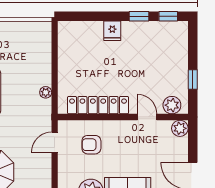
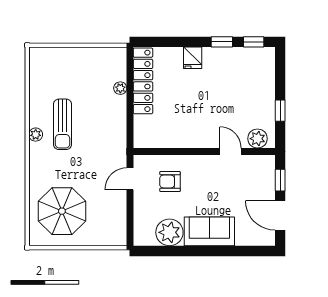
plant: (46, 92) -> (120, 88), moved
locker: (98, 105) -> (143, 81), moved, turned 90
plant: (180, 128) -> (266, 164), removed
window: (193, 143) -> (280, 180), added

